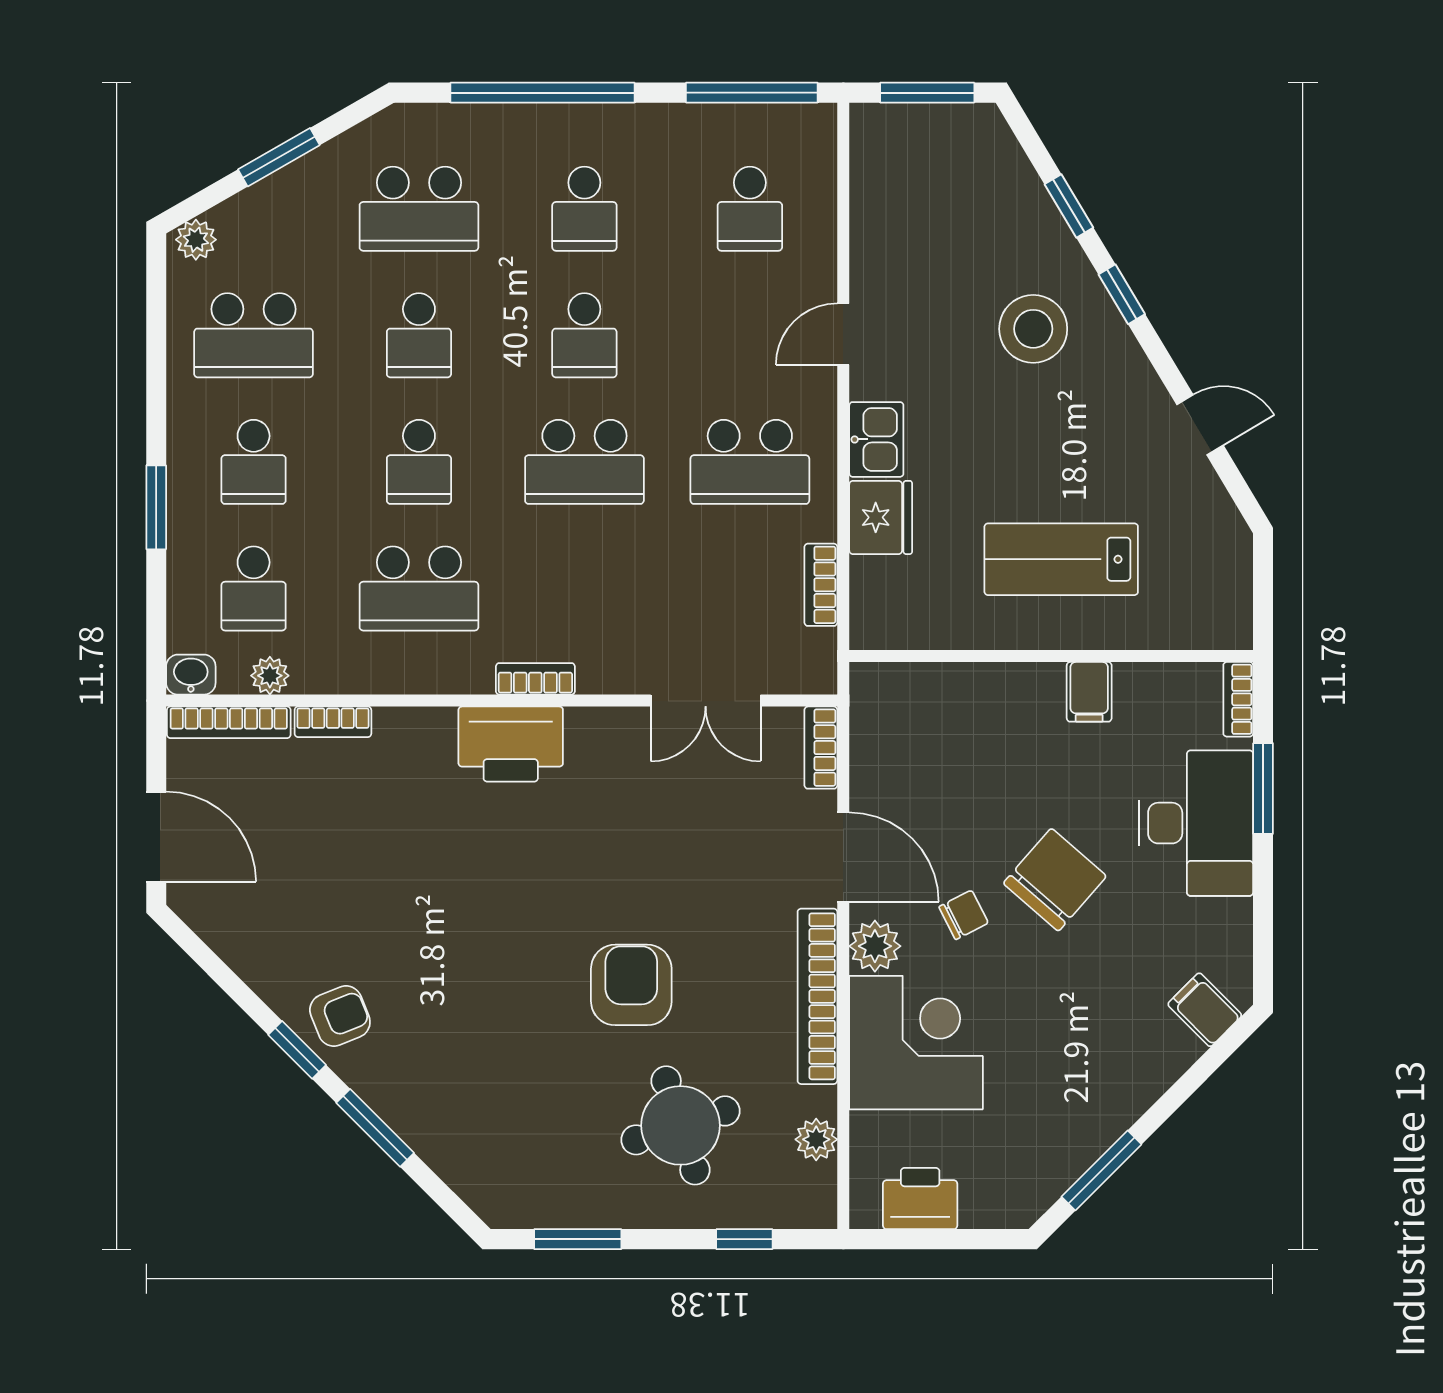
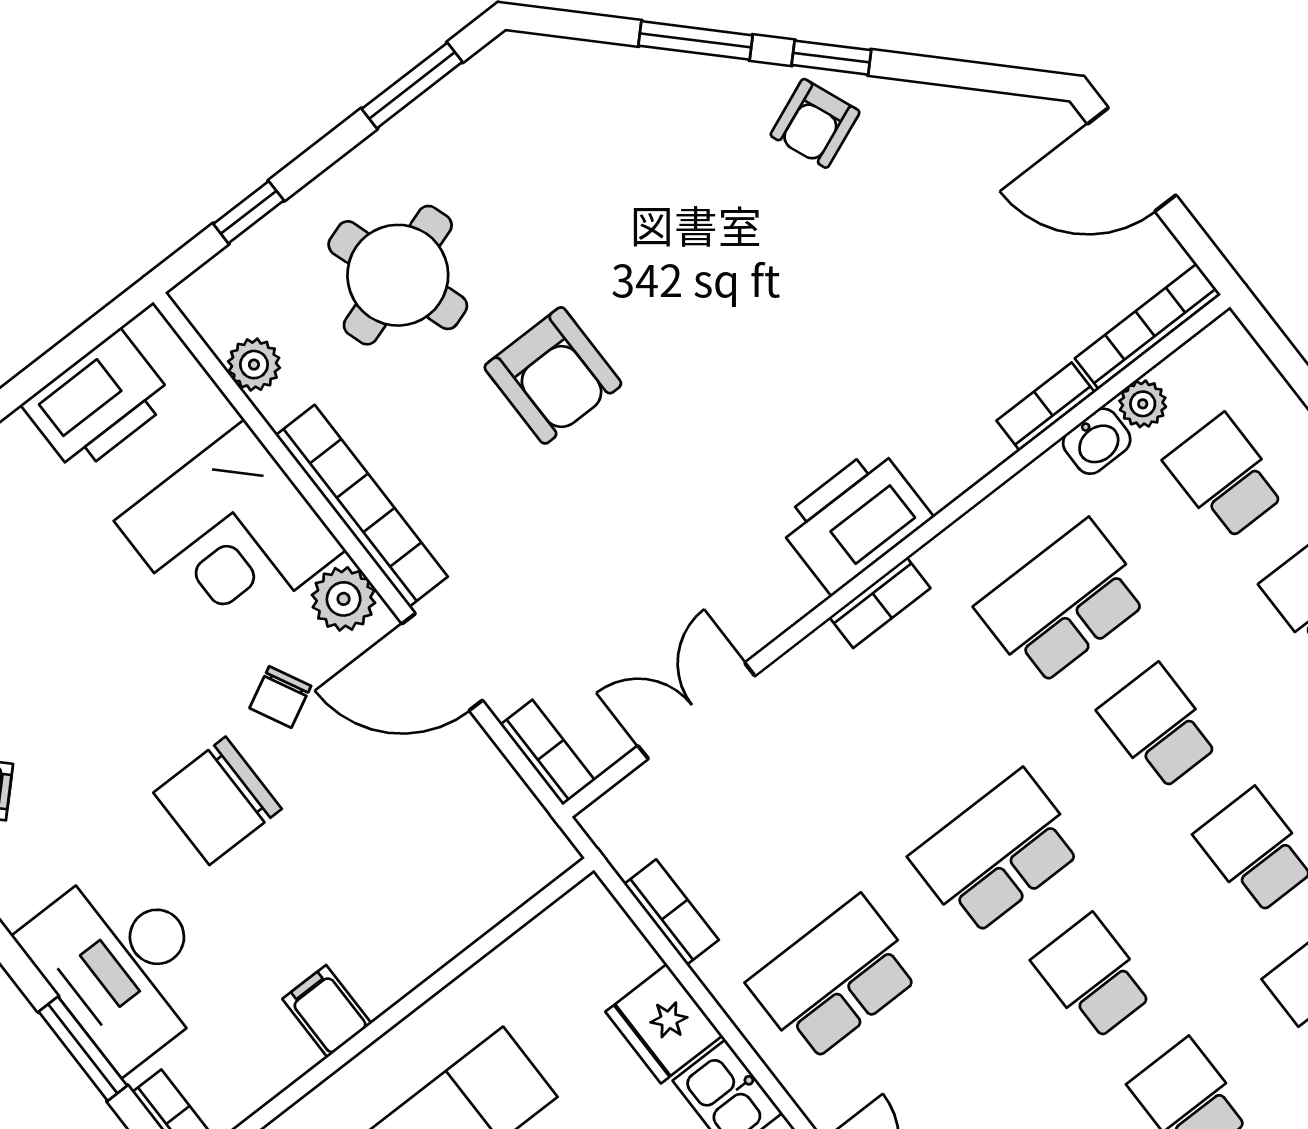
washbasin: (191, 675) -> (1097, 441), moved
chair: (1055, 880) -> (218, 801), turned 49
printer: (920, 1199) -> (98, 402), width x1.37, depth x1.19

